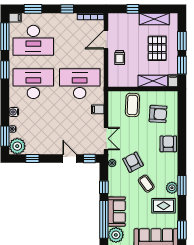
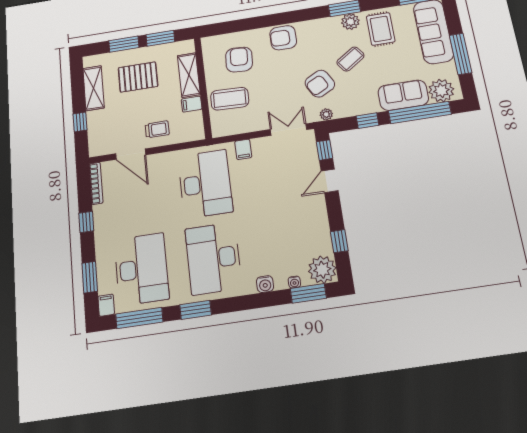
filing cabinet: (173, 81) -> (192, 104), moved
desk: (80, 84) -> (205, 184), turned 180

